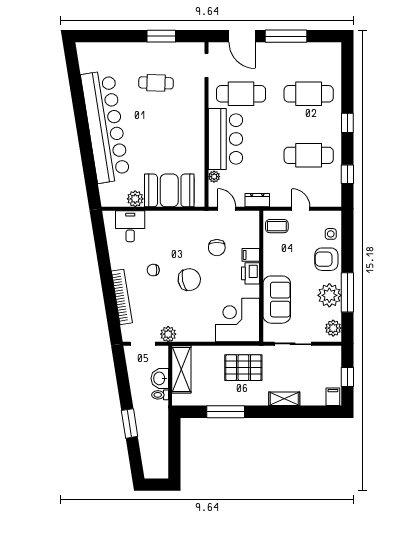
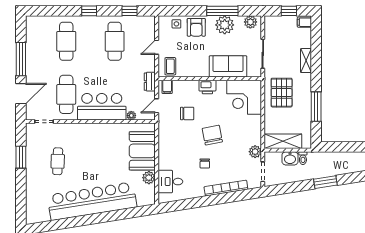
filing cabinet: (251, 255) -> (167, 87), moved

